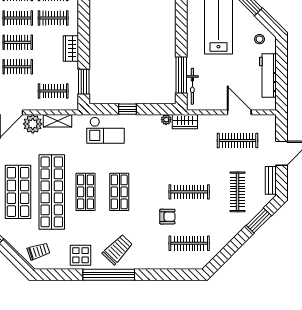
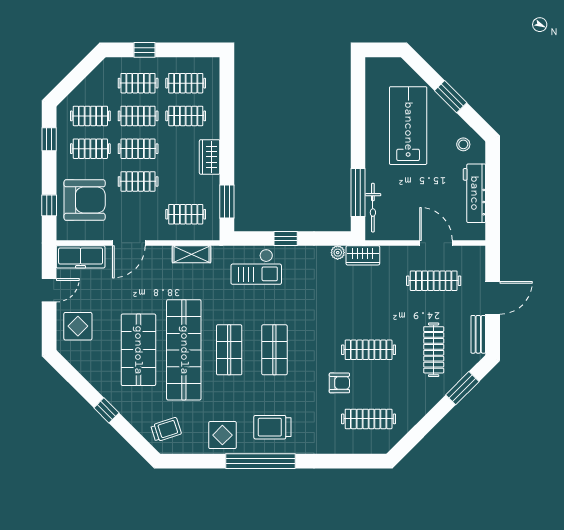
plant: (33, 124) -> (158, 258), removed
trolley: (118, 249) -> (272, 427), turned -134

